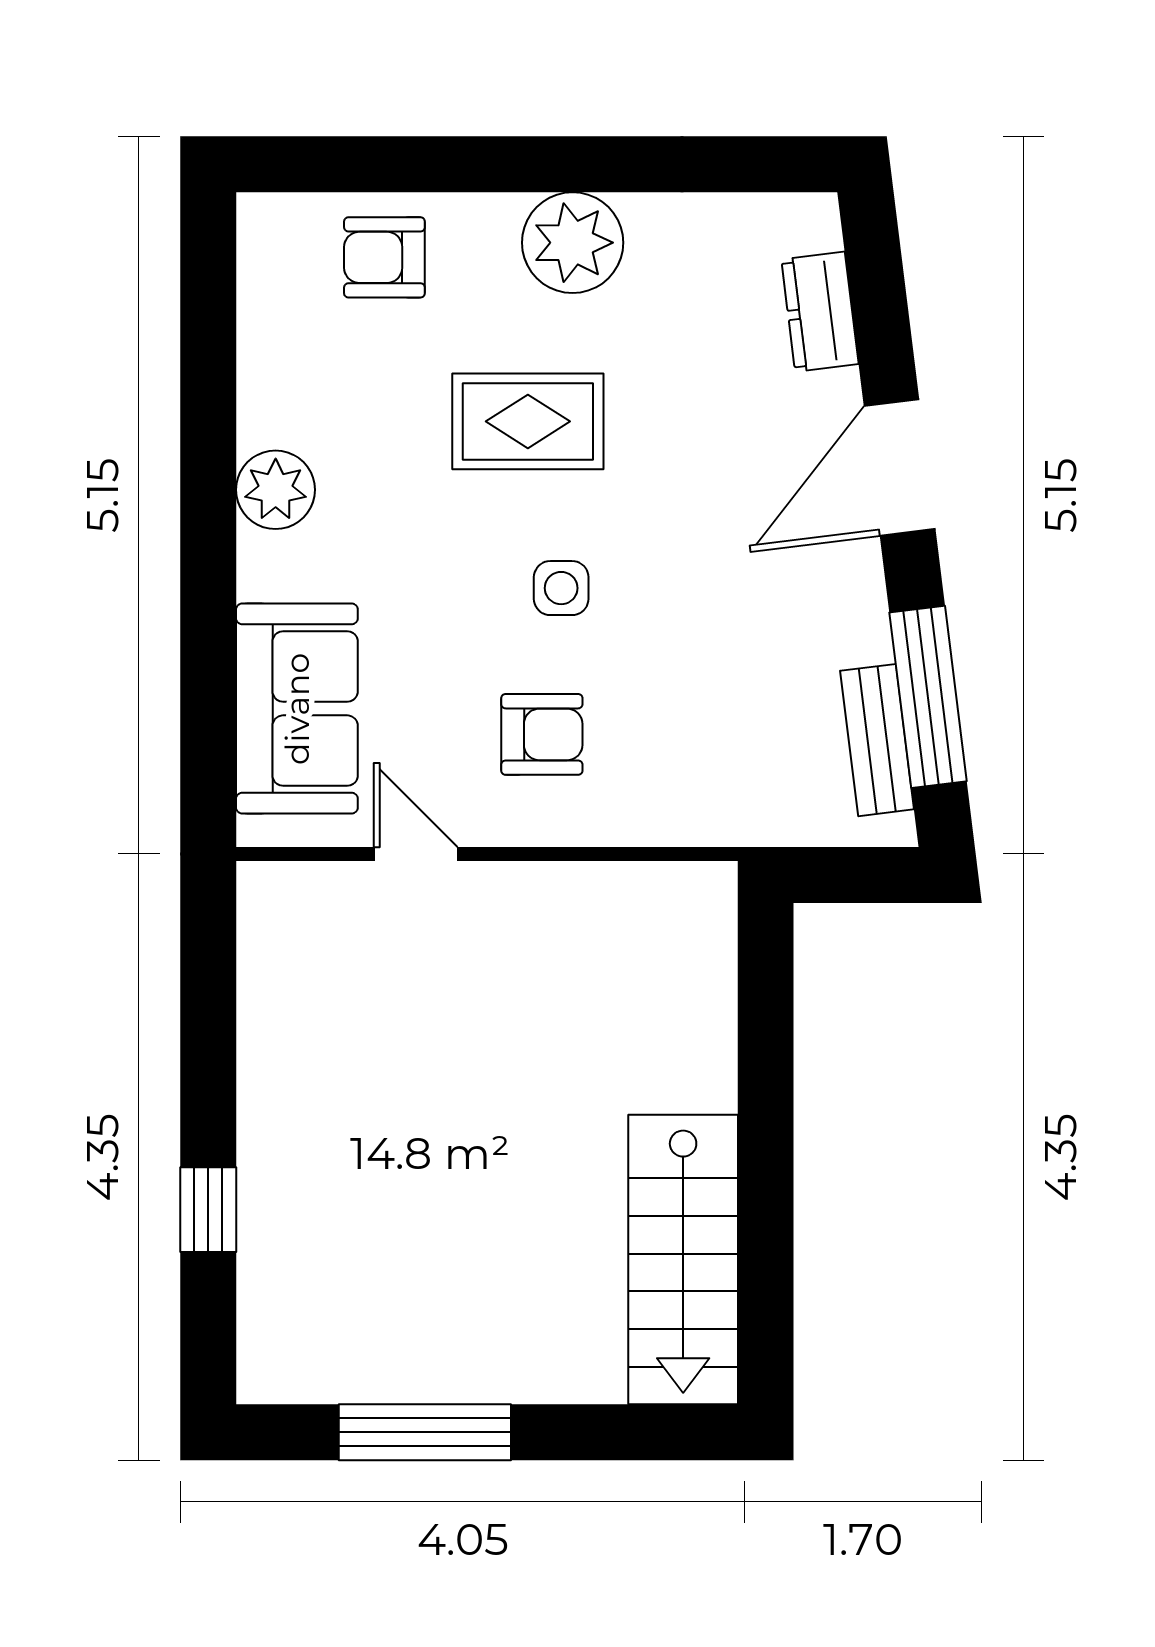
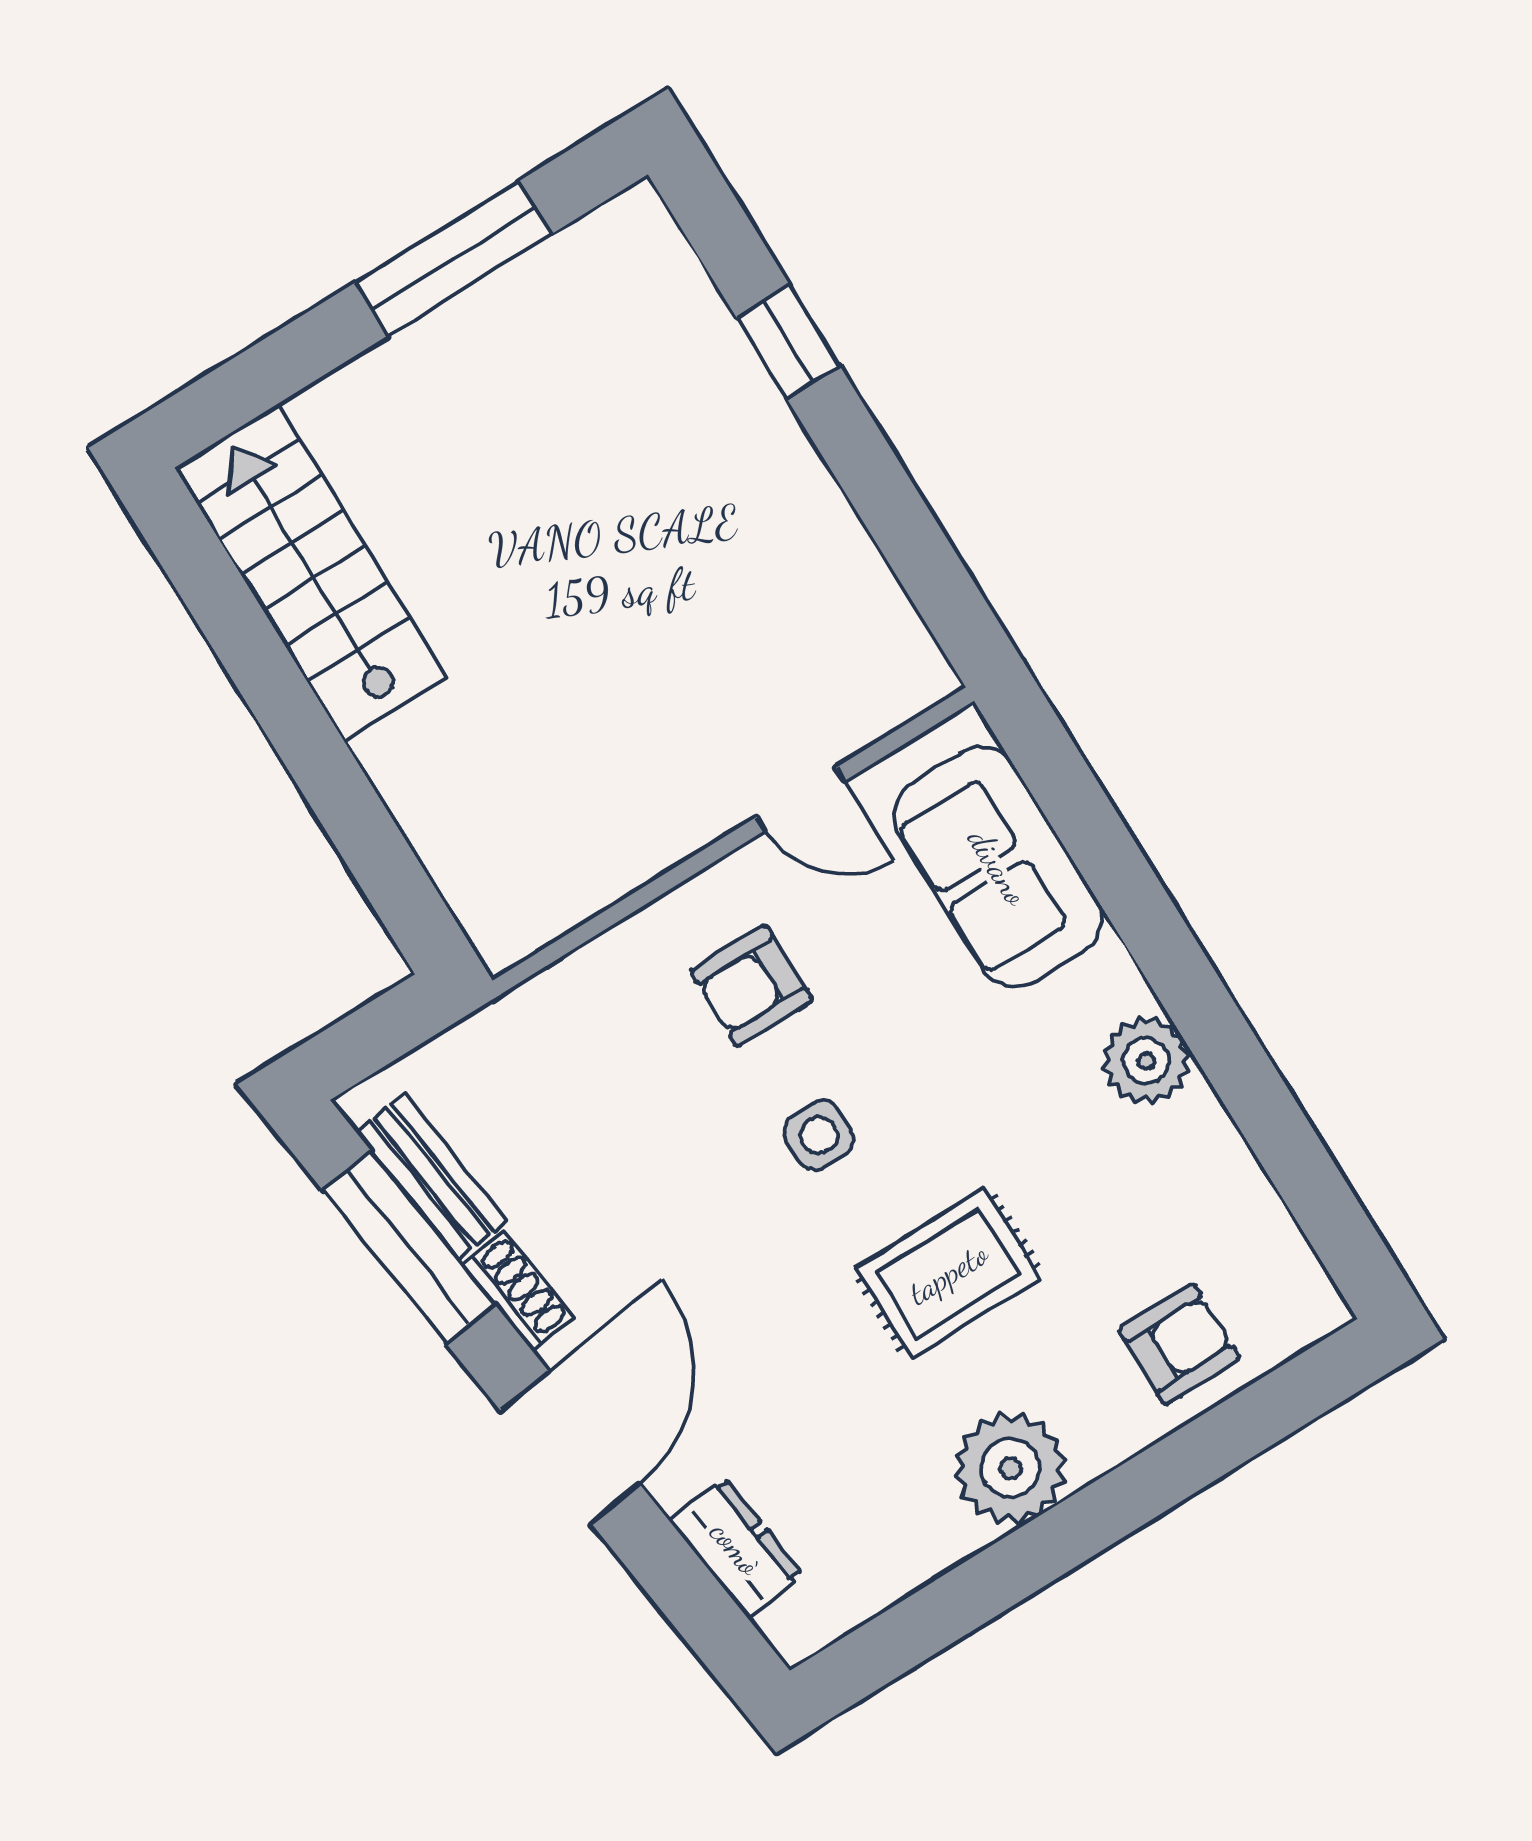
shoe rack: (865, 612) -> (518, 1291), added

